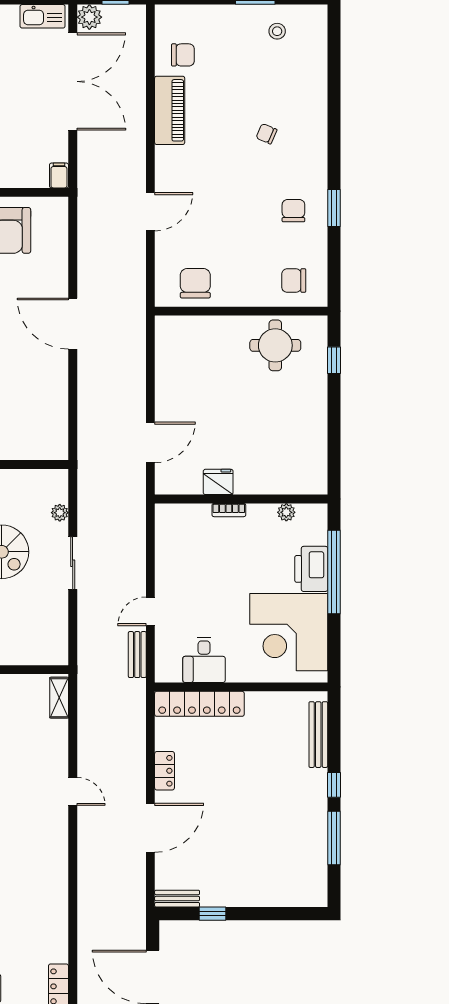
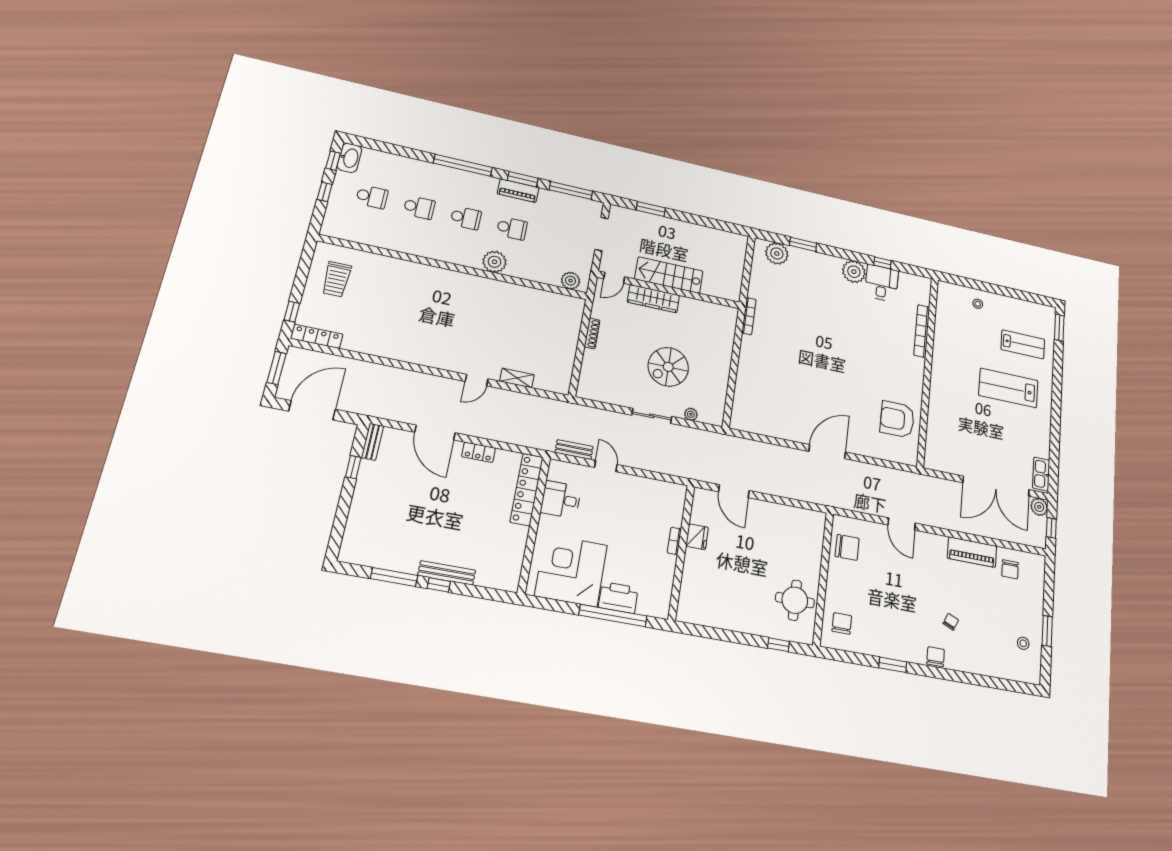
filing cabinet: (59, 175) -> (932, 463), removed
chair: (293, 211) -> (936, 657), moved, turned -90
plant: (286, 512) -> (666, 586), removed
shelving: (59, 698) -> (517, 378), moved
bench: (318, 735) -> (447, 573), moved

